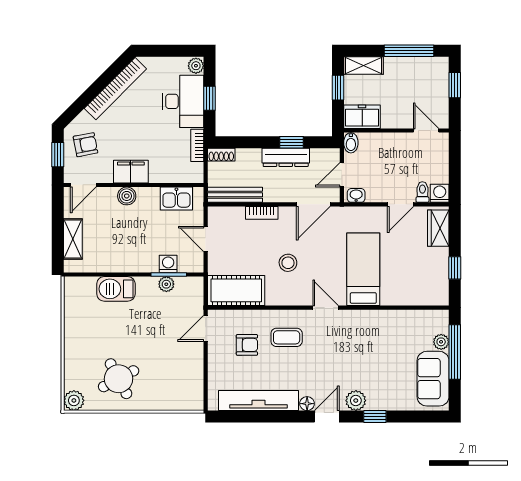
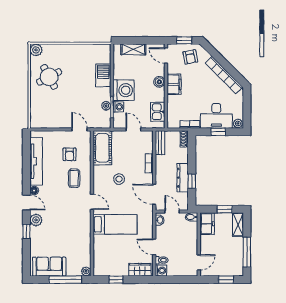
bench: (235, 195) -> (160, 143), width x0.73
door: (206, 239) -> (133, 129), hinge flipped
washing machine: (141, 255) -> (124, 90), added
door: (326, 308) -> (92, 202), hinge flipped
plant: (441, 342) -> (86, 271), moved

